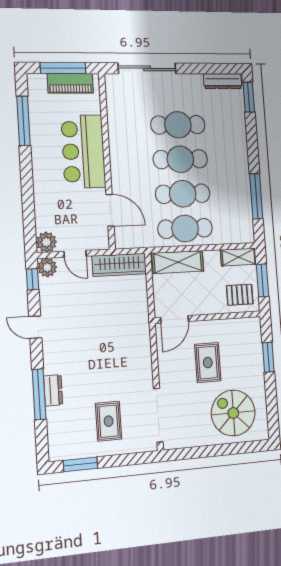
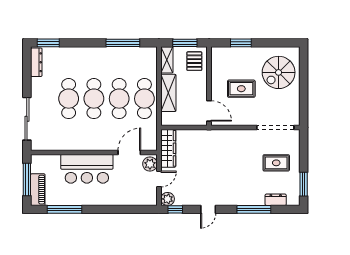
piano: (70, 83) -> (38, 190), moved
plant: (46, 242) -> (150, 164), moved
shelving: (178, 262) -> (168, 93), moved
dresser: (53, 390) -> (276, 200), moved

